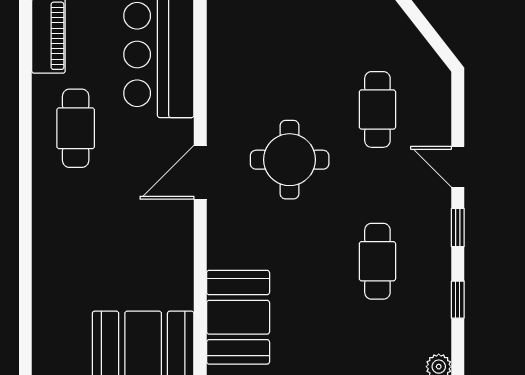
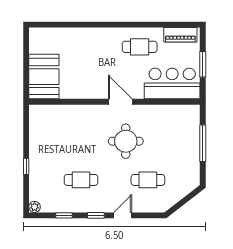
booth: (238, 317) -> (56, 118), removed

